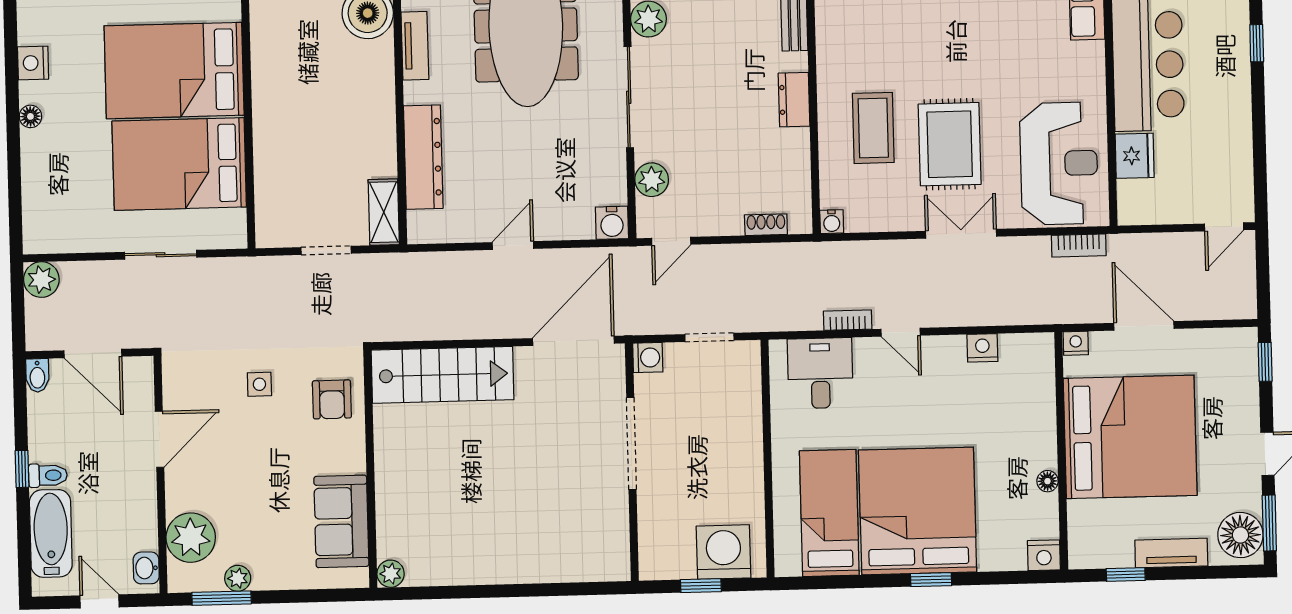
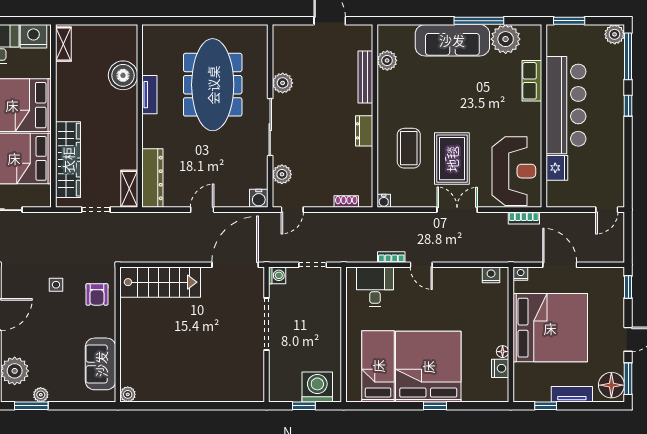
dresser: (423, 157) -> (152, 178), moved
wardrobe: (275, 164) -> (68, 160), added
nightstand: (982, 348) -> (491, 275), moved
nightstand: (1044, 555) -> (500, 368), moved, turned -90

